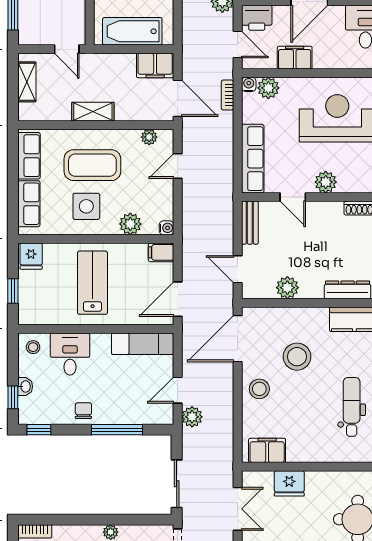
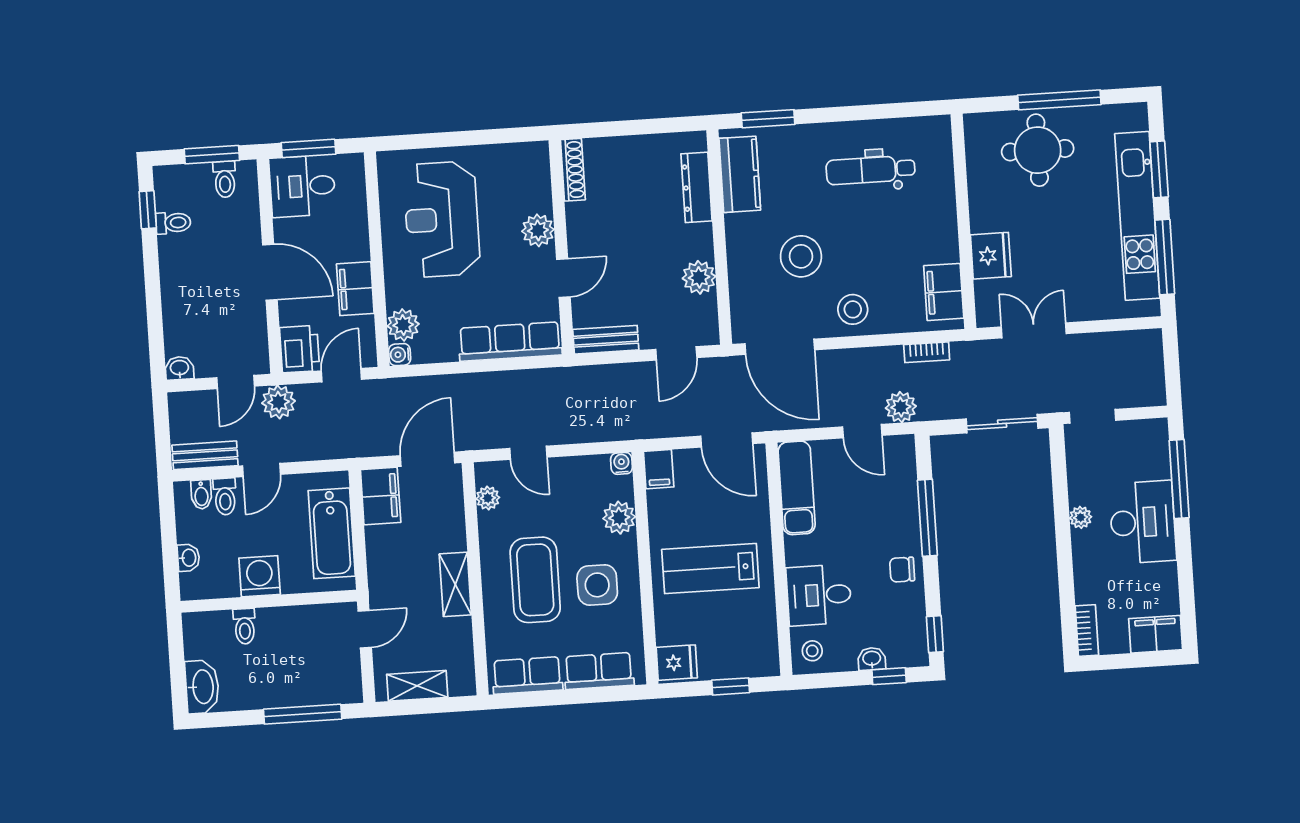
bookcase: (227, 95) -> (927, 352), moved

